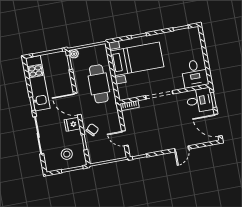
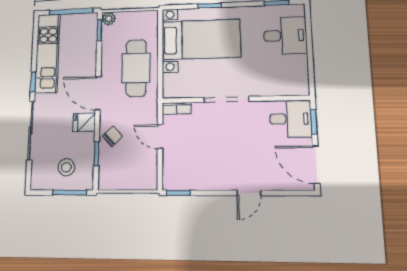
desk: (195, 73) -> (285, 36), moved, turned -90
door: (125, 138) -> (160, 137), moved

